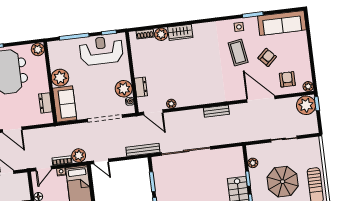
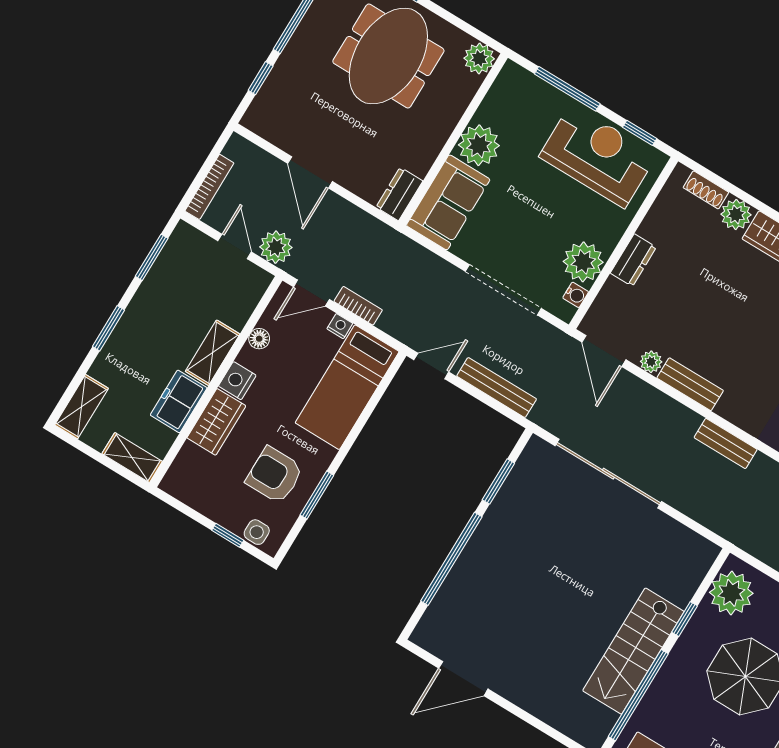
dresser: (141, 87) -> (633, 260), moved
bench: (190, 101) -> (690, 384), added
dresser: (45, 103) -> (399, 194), moved
bench: (143, 150) -> (497, 388), moved
plant: (79, 155) -> (276, 247), moved
door: (101, 161) -> (431, 366), swing flipped
plant: (253, 163) -> (731, 593), width x1.88, depth x1.88

